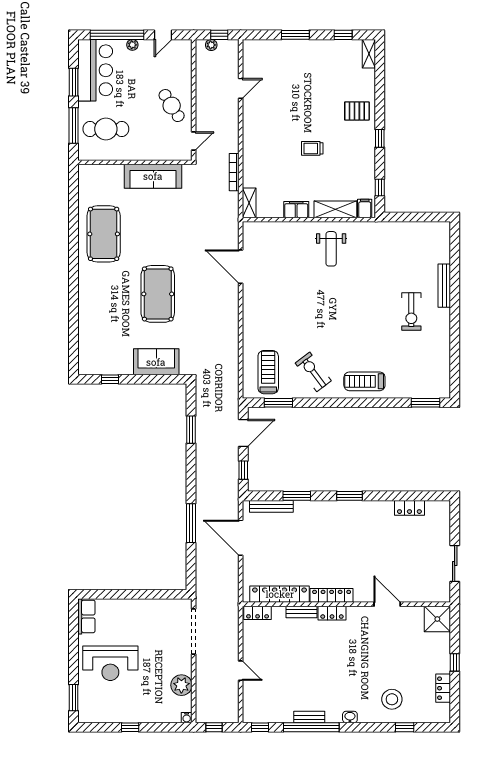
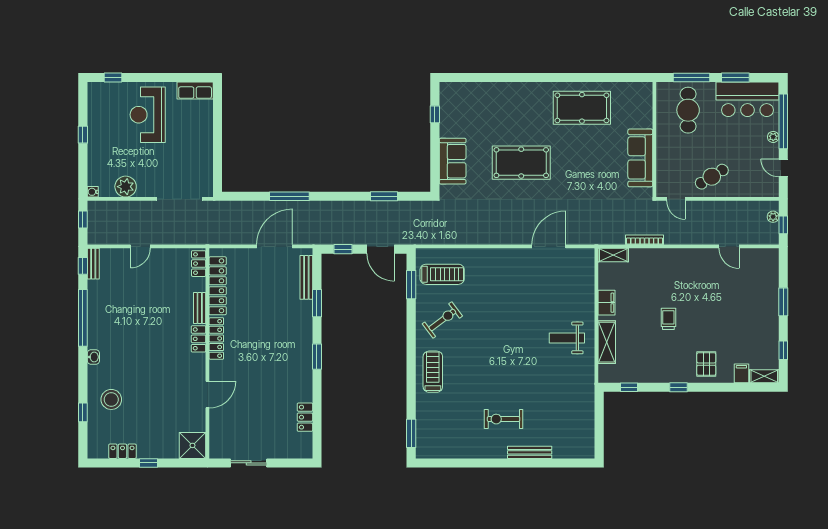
filing cabinet: (365, 208) -> (741, 373), moved, turned -90
window: (74, 698) -> (113, 77), width x0.67
bench: (309, 717) -> (93, 264), moved

